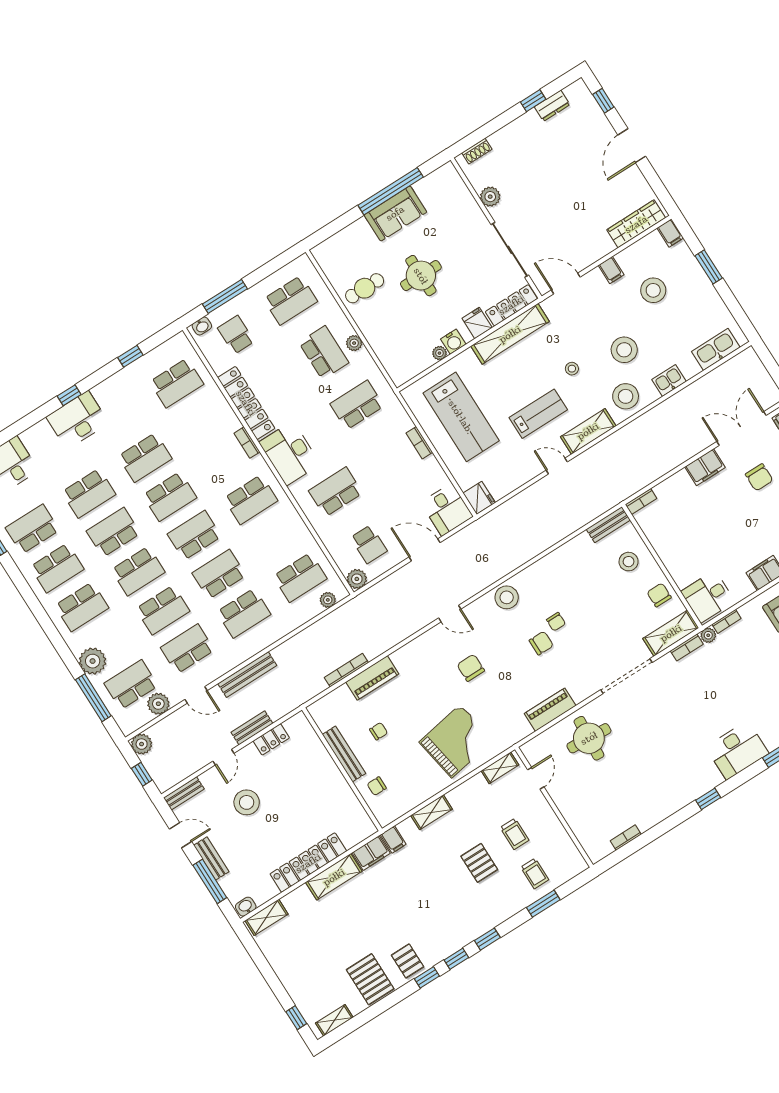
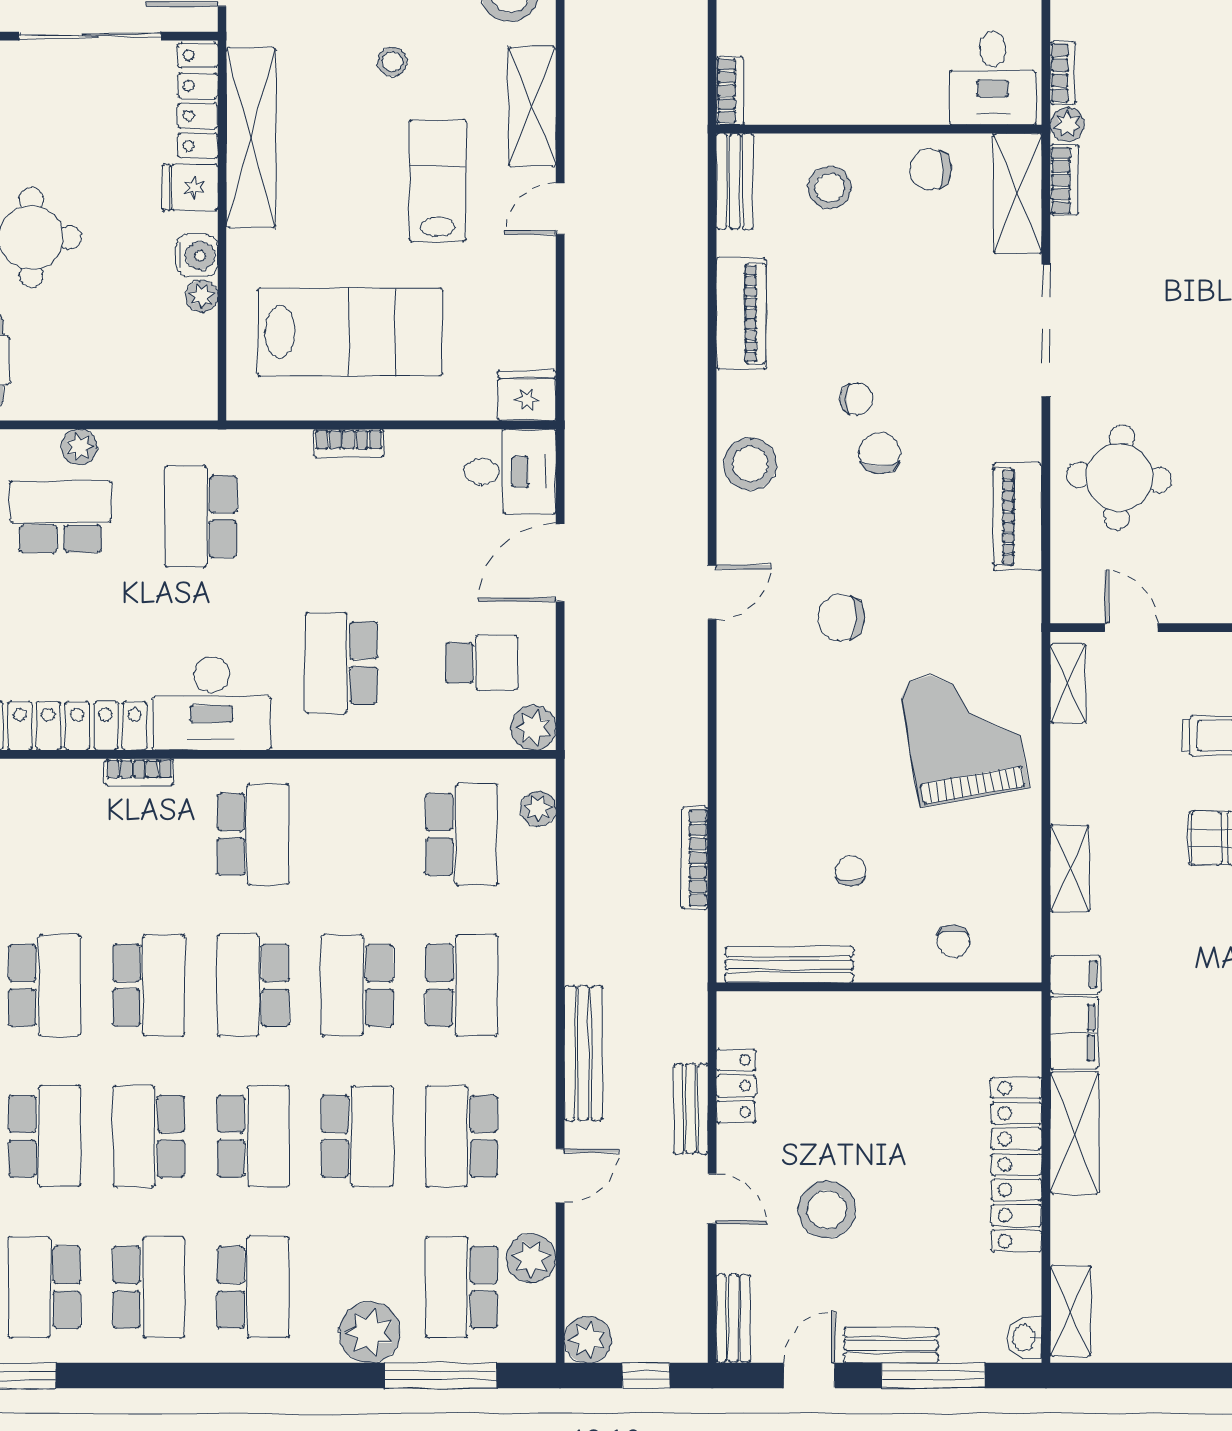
piano: (372, 678) -> (741, 314), moved
bench: (344, 754) -> (789, 965), moved

